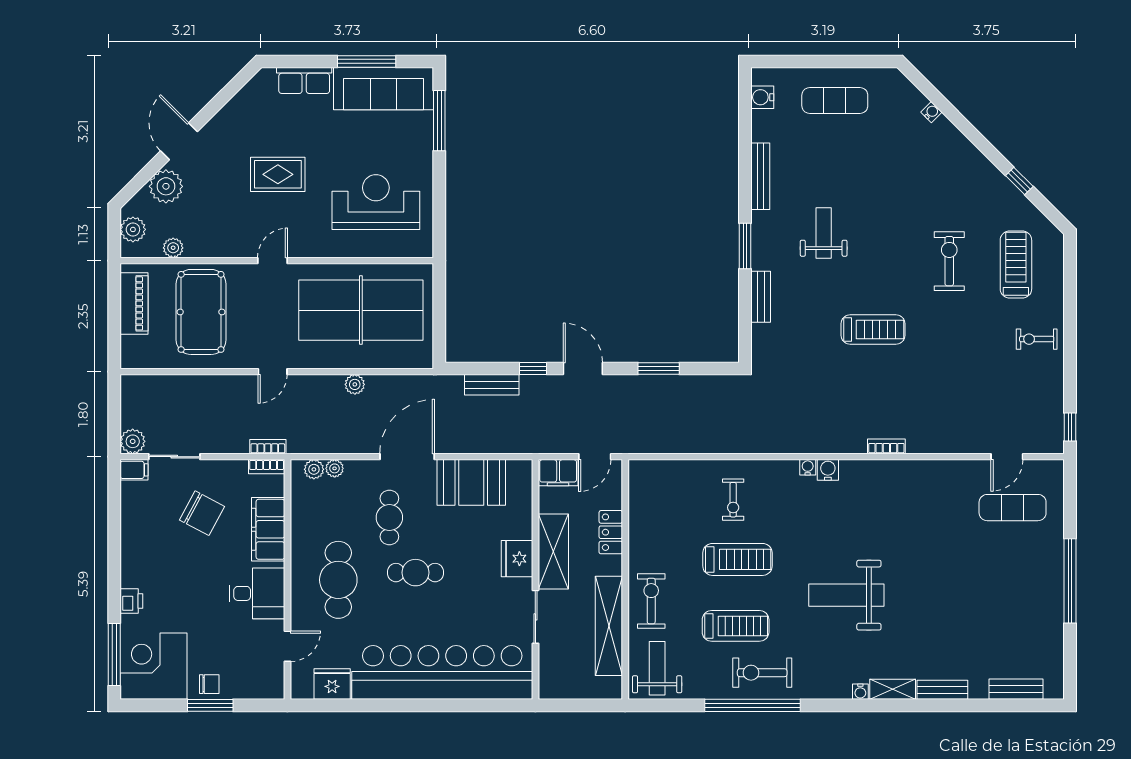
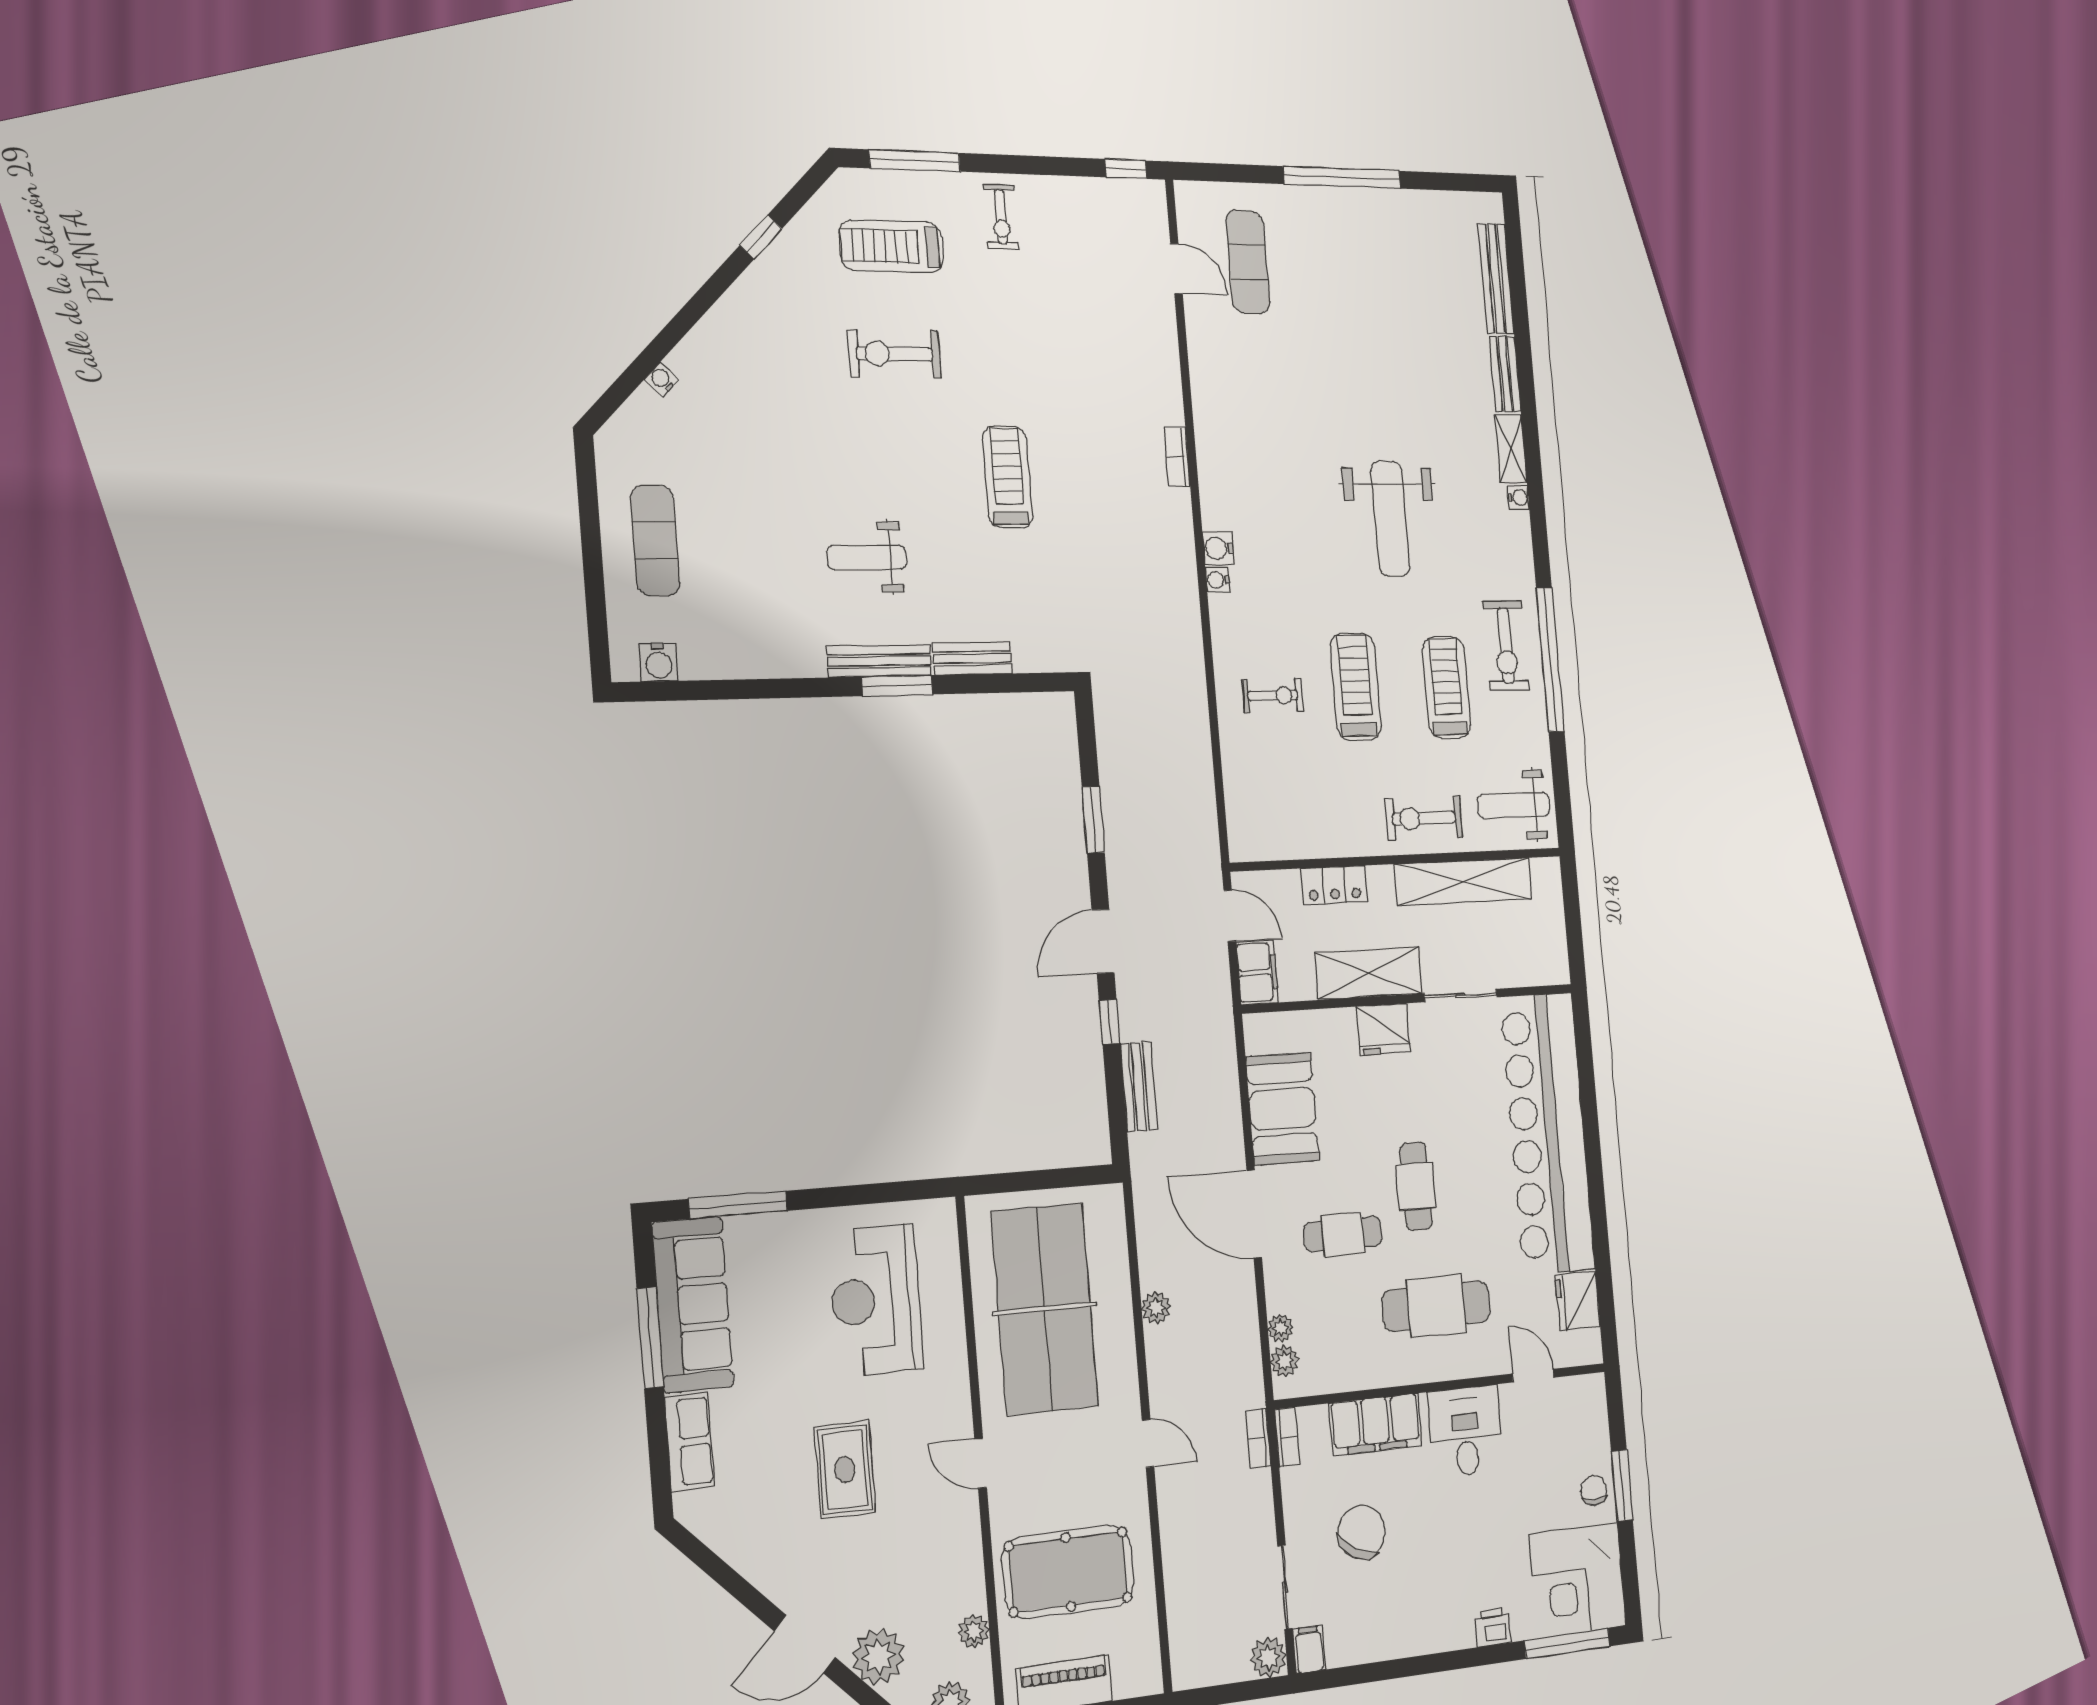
bench: (760, 176) -> (879, 661), moved
window: (1070, 285) -> (915, 161), added
bench: (1016, 689) -> (1496, 278), width x1.36

